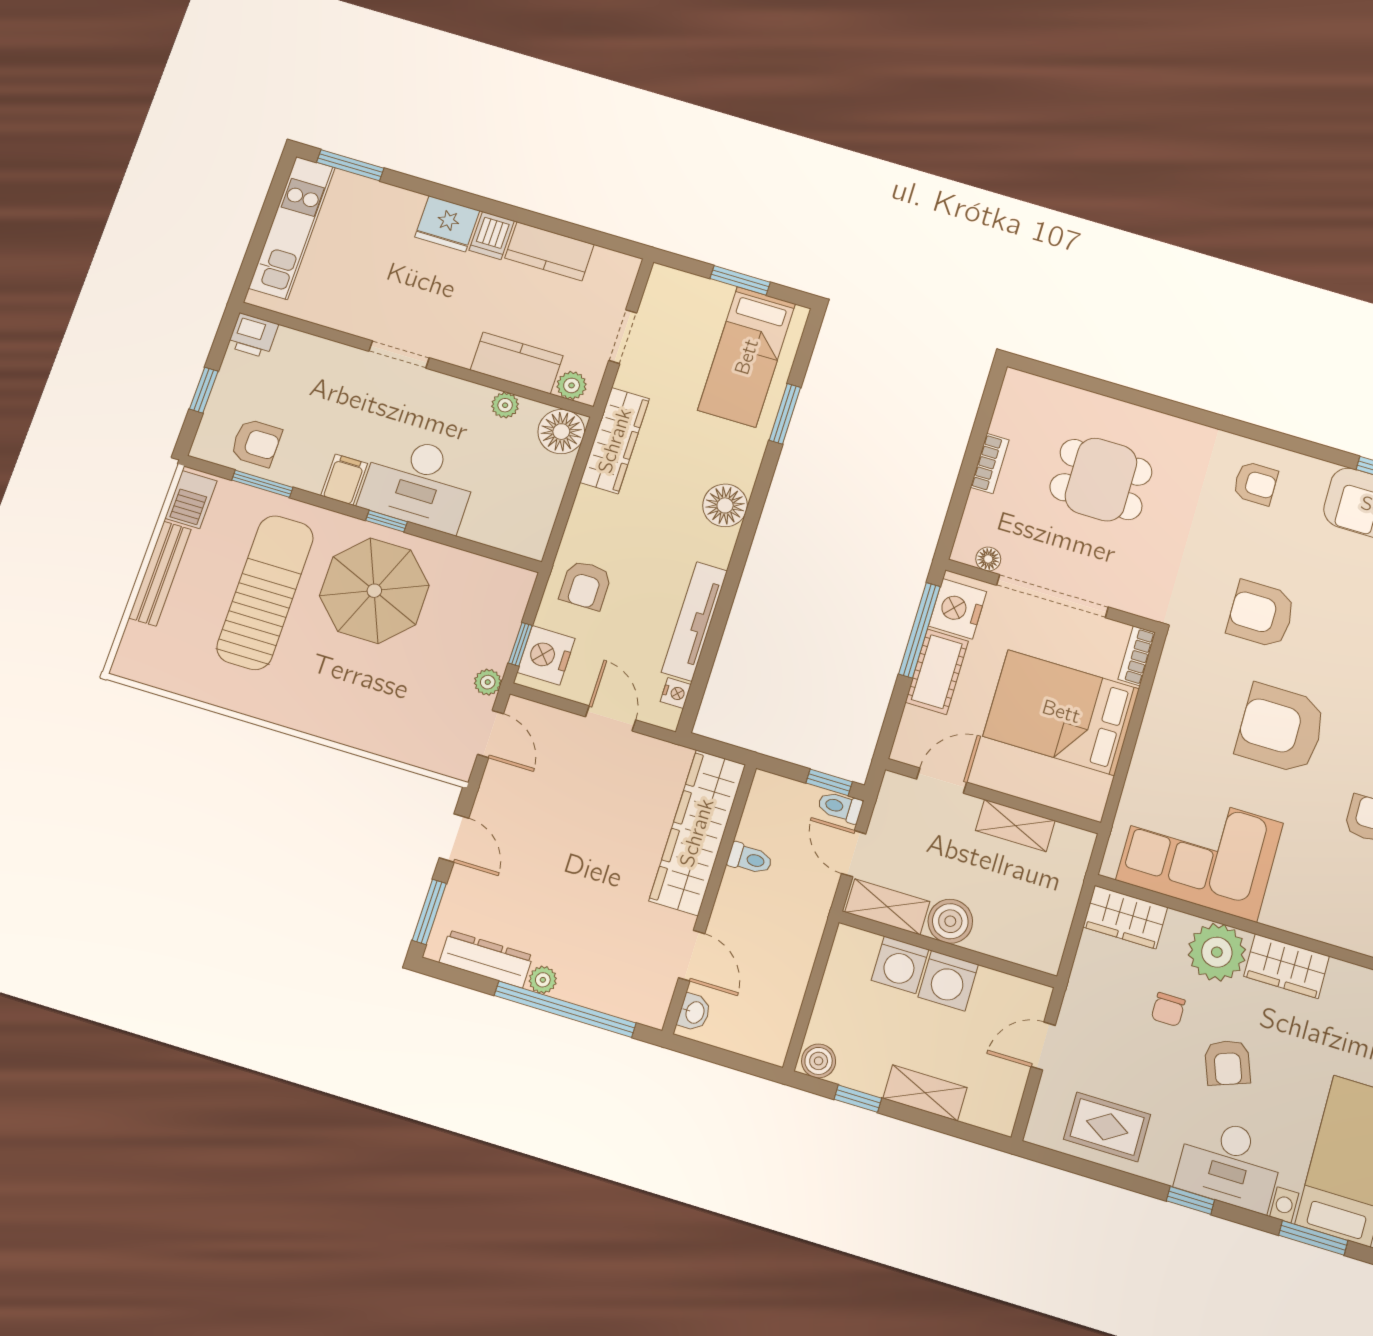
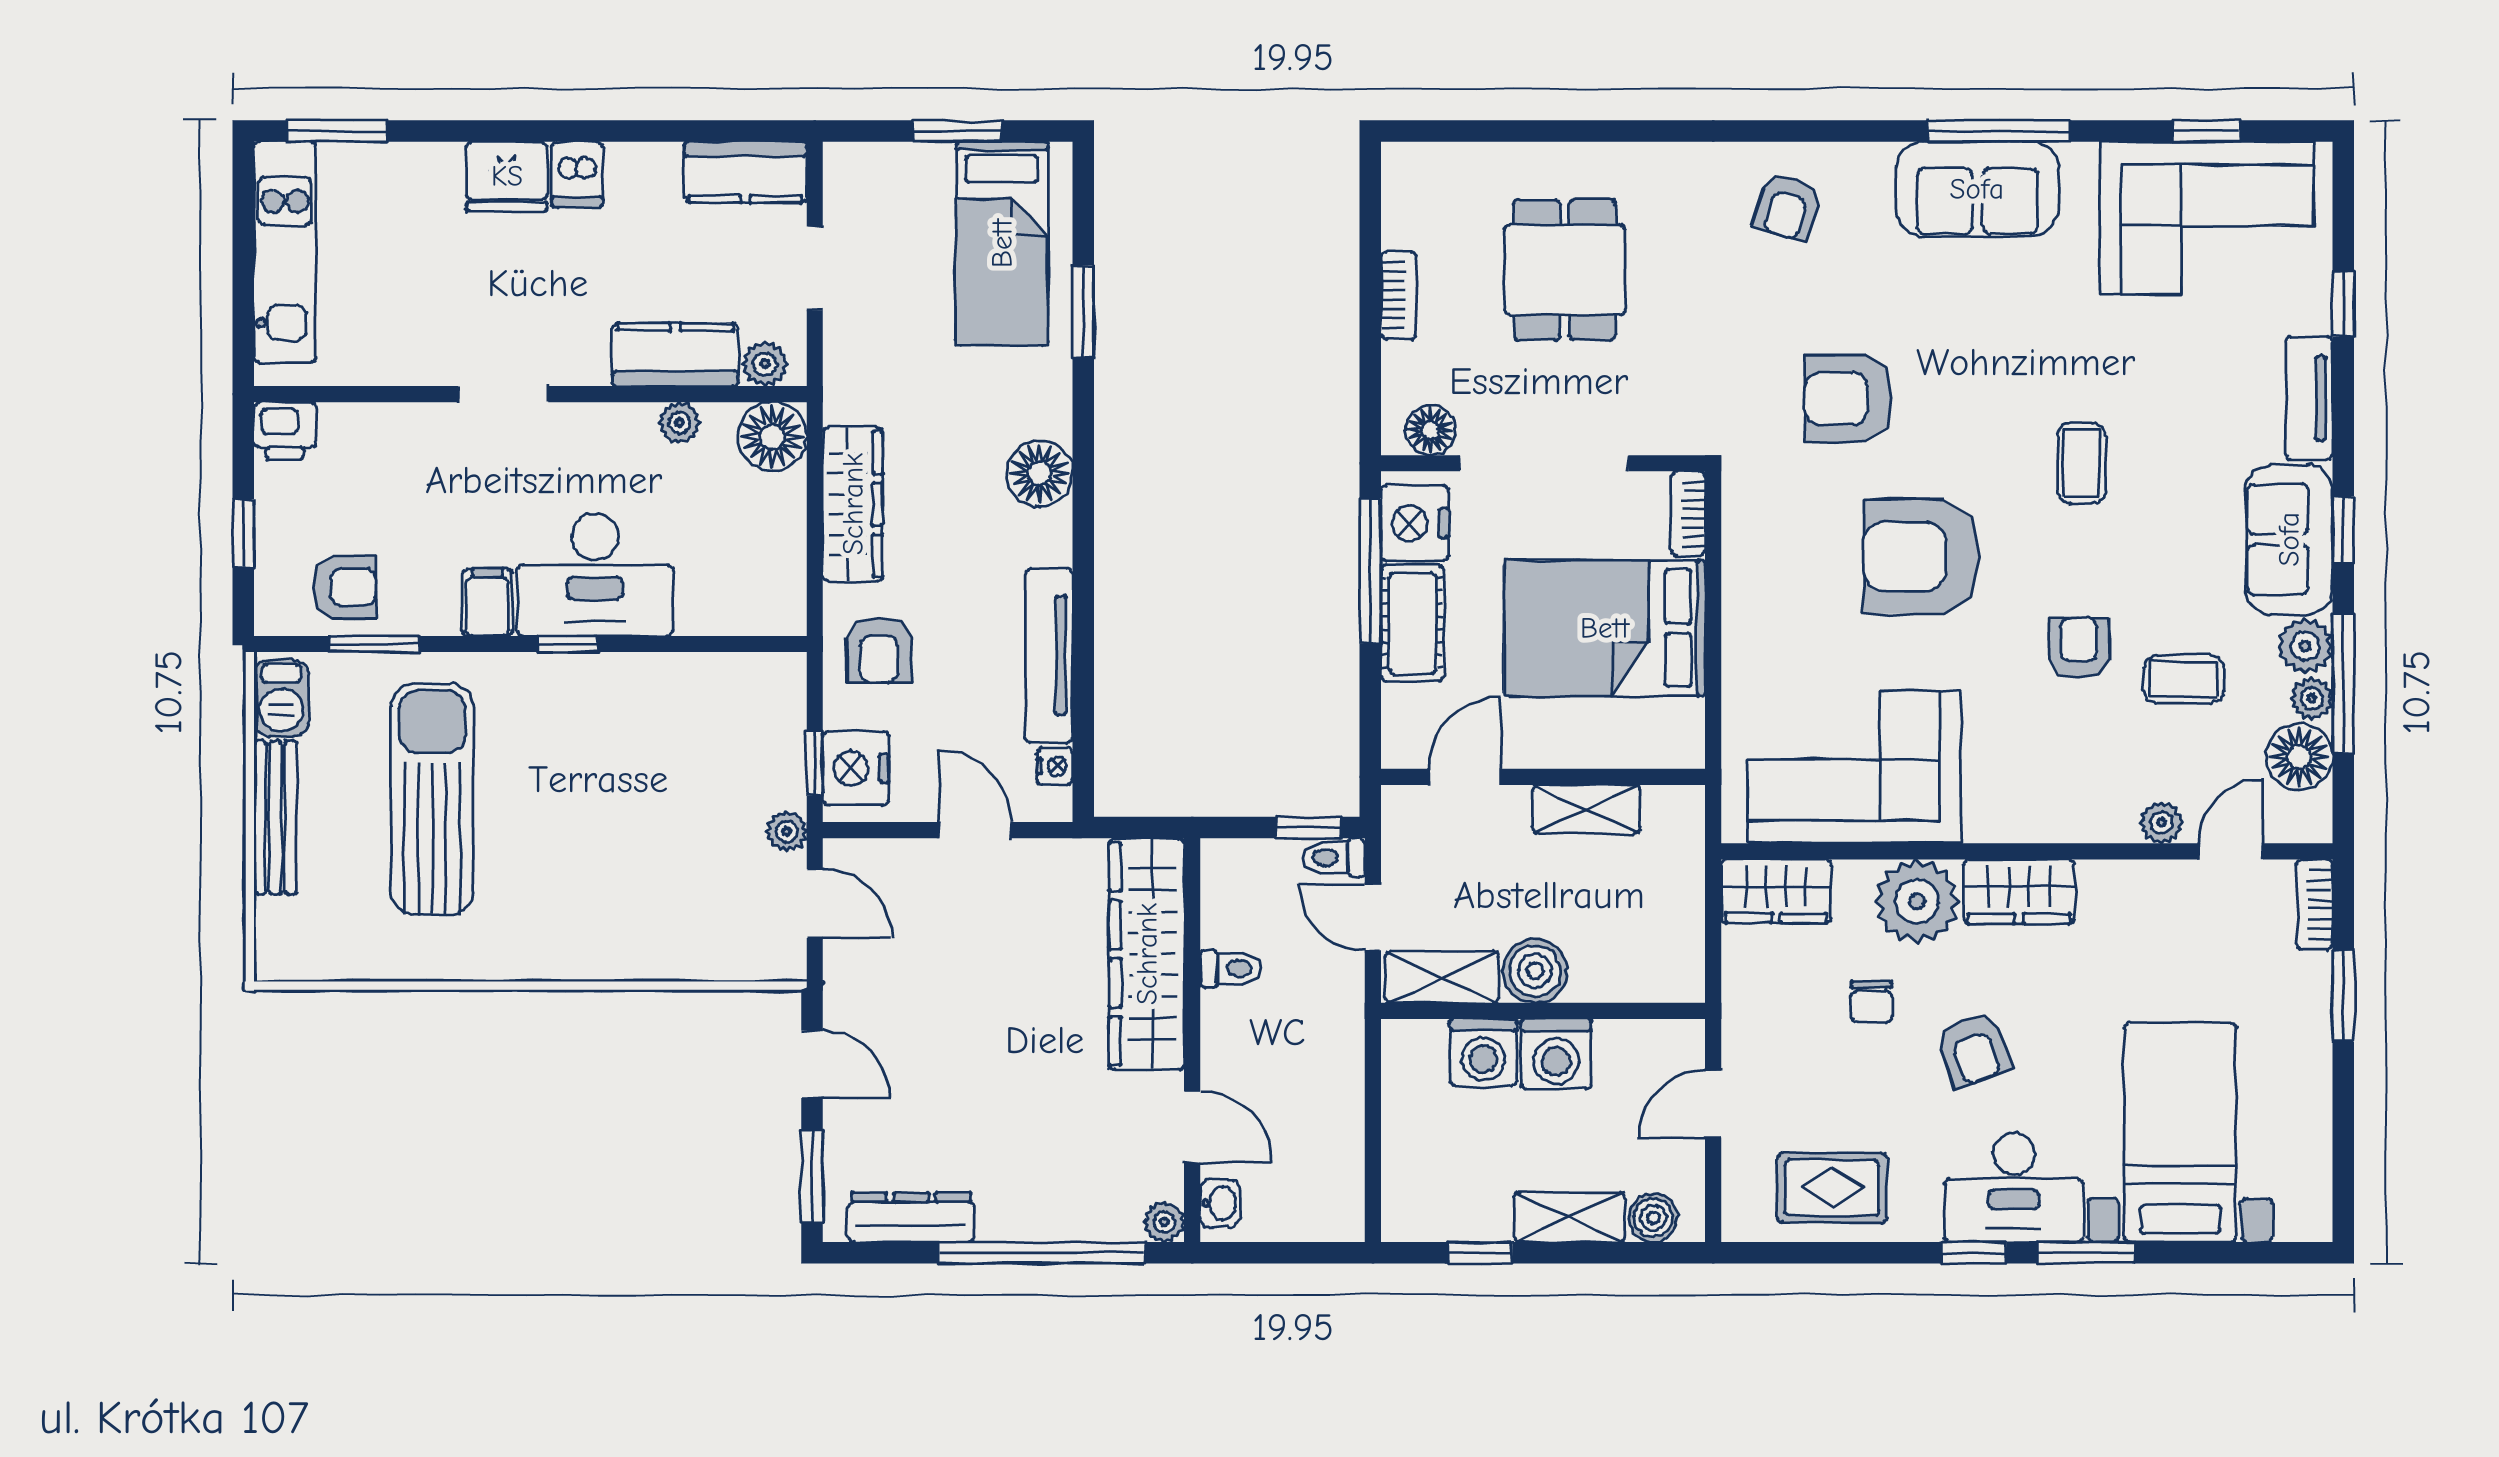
kitchen counter: (549, 251) -> (745, 172), moved
wardrobe: (615, 441) -> (853, 504), moved
dining table: (1101, 479) -> (1565, 270), turned 90
armchair: (1255, 483) -> (1788, 207), turned 107
floor lamp: (988, 559) -> (1431, 430), width x1.37, depth x1.37
parasol: (374, 591) -> (584, 750), removed
plant: (543, 980) -> (1164, 1222), moved
boiler: (819, 1061) -> (1653, 1218), moved
window: (1313, 1238) -> (2086, 1253), moved

